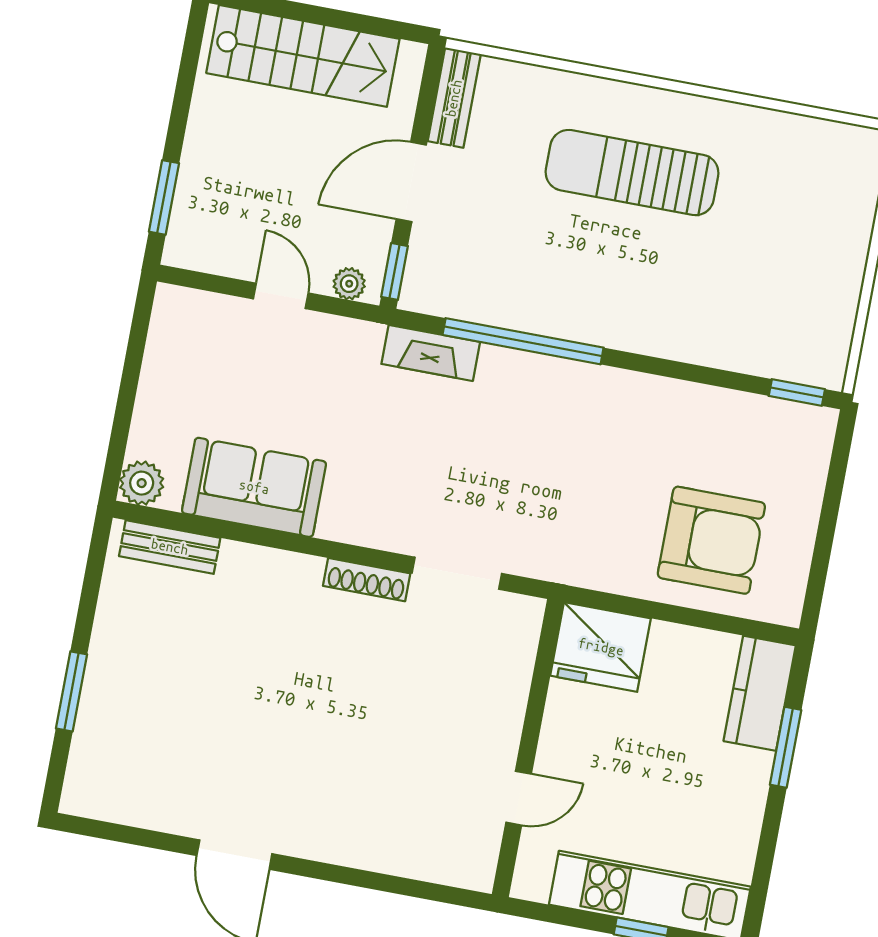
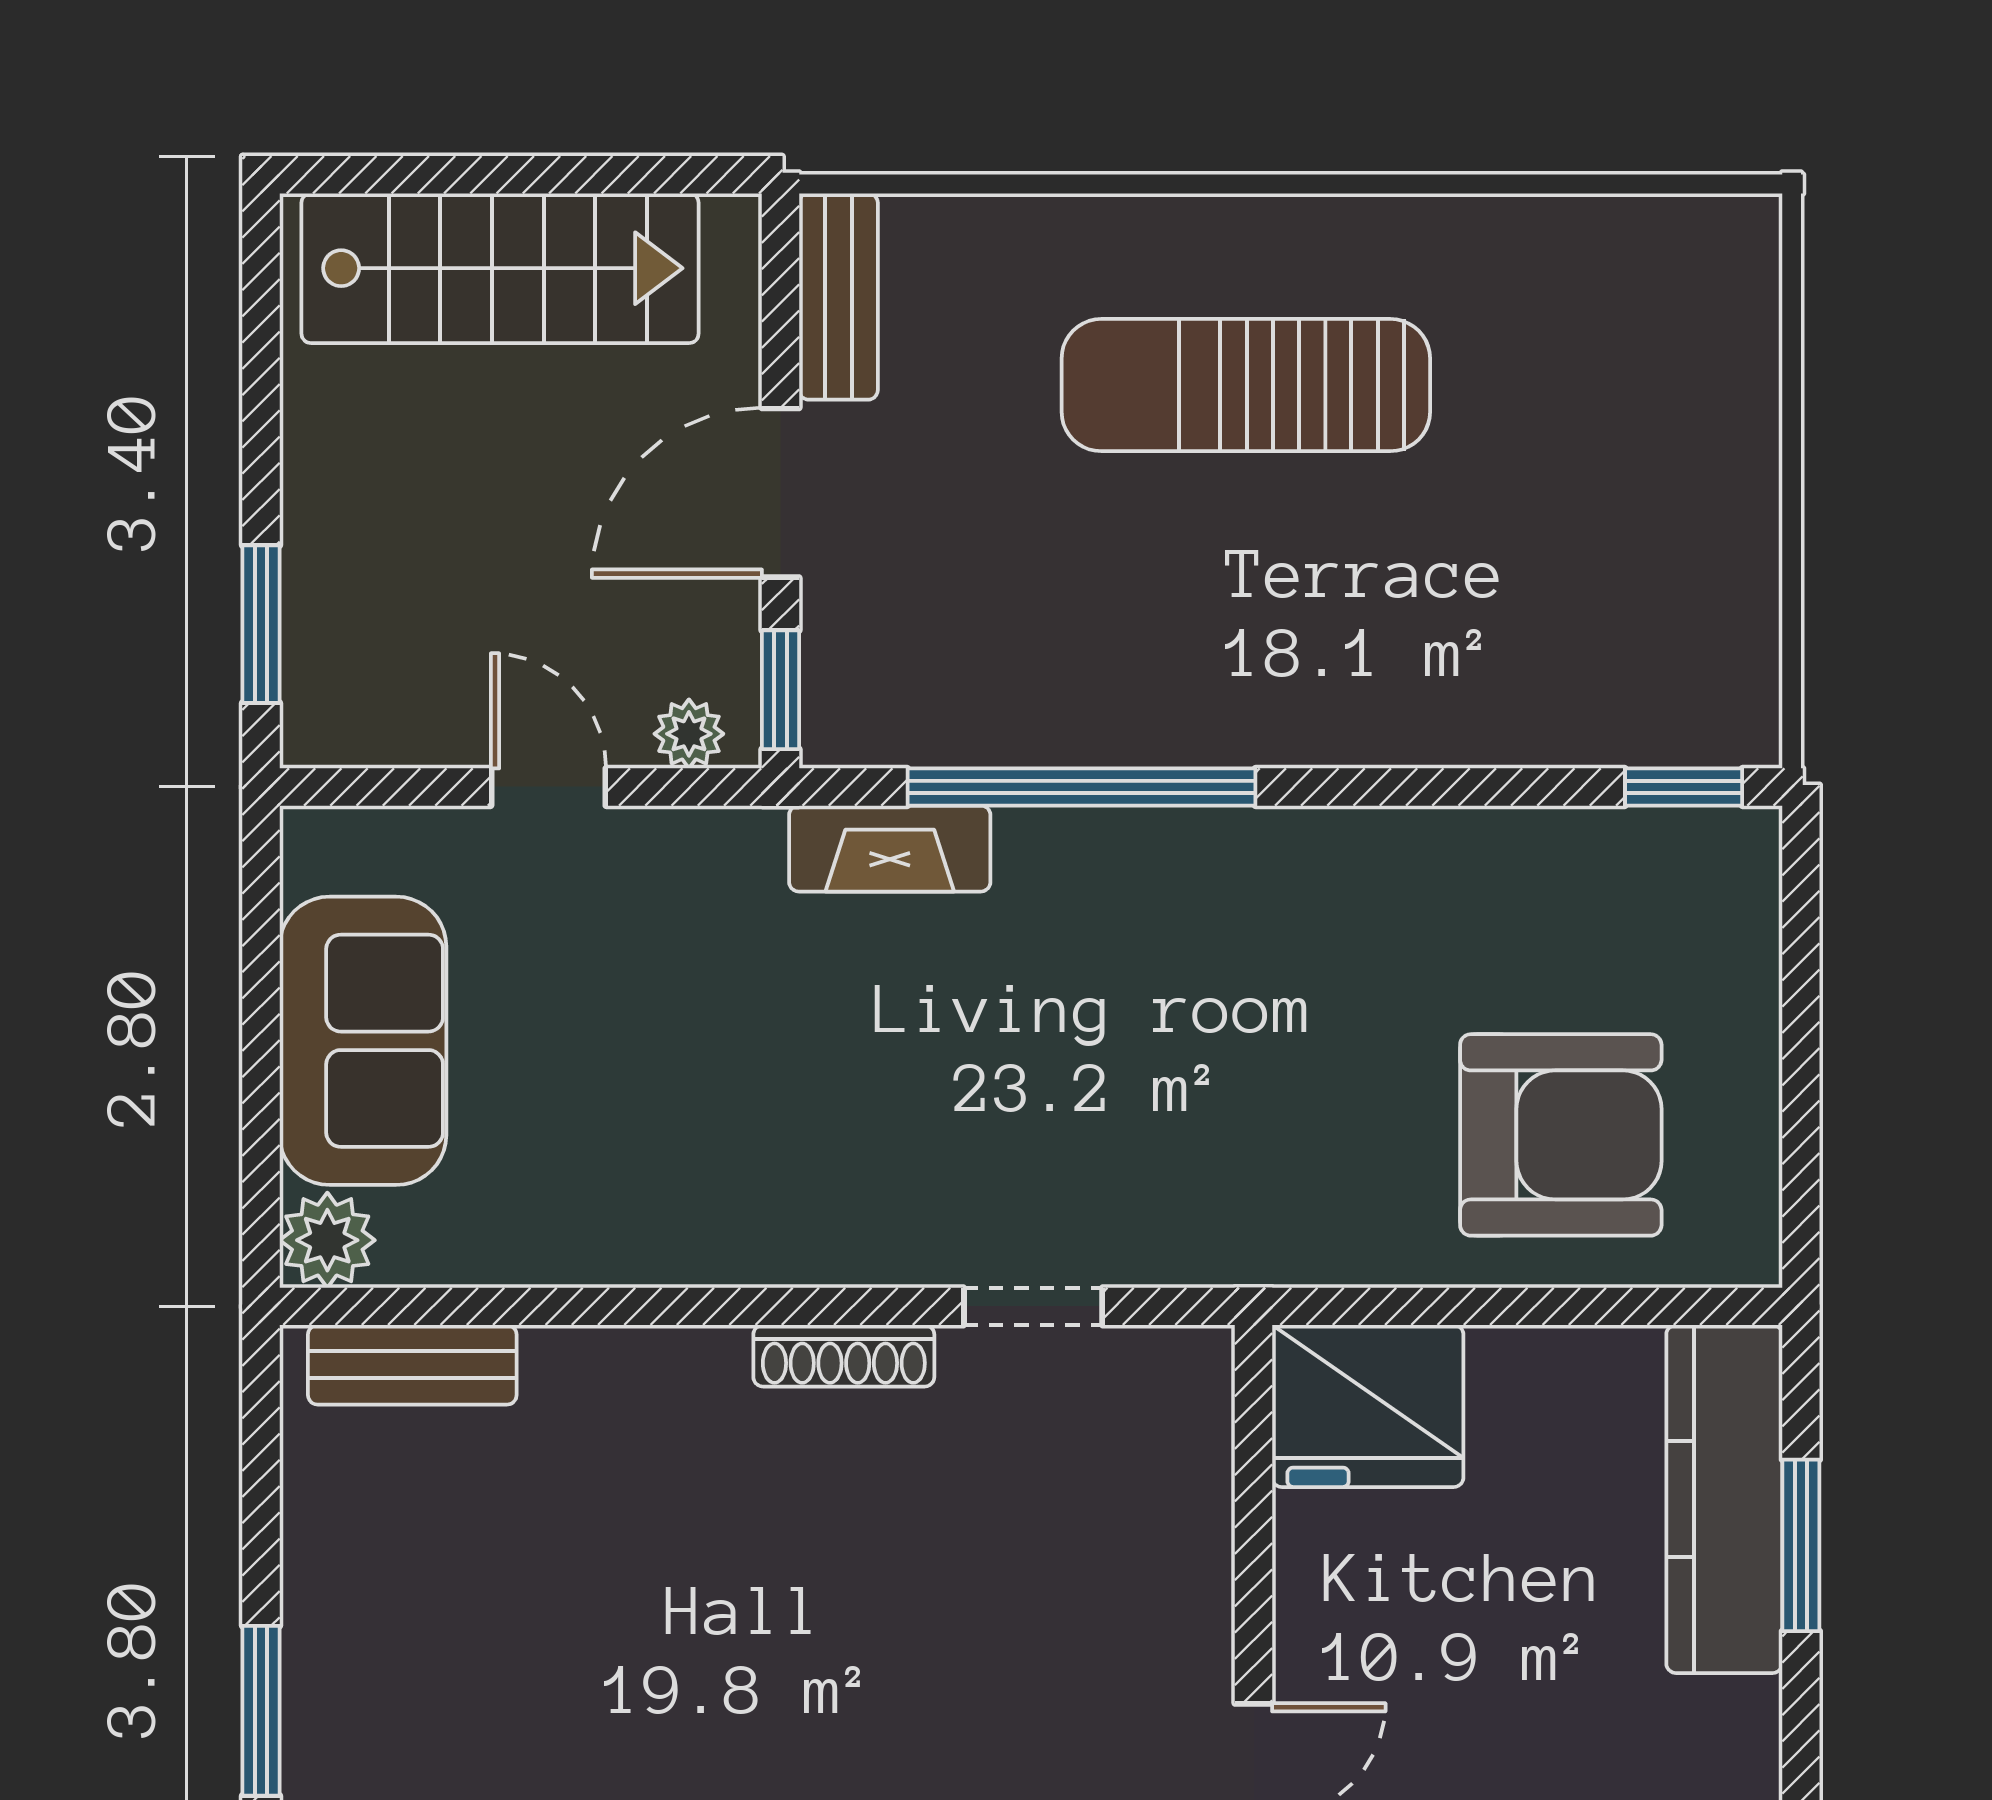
sofa: (254, 487) -> (363, 1041), moved, turned 90
doorway: (457, 573) -> (1033, 1306), width x0.73
kitchen counter: (760, 693) -> (1724, 1499), width x1.50

